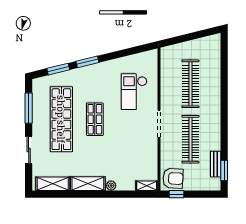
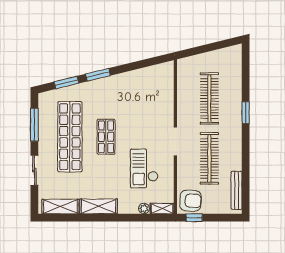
checkout: (134, 92) -> (144, 168), moved
bench: (216, 164) -> (236, 190), width x1.36
window: (224, 170) -> (246, 113), moved
plant: (111, 186) -> (144, 208), moved

